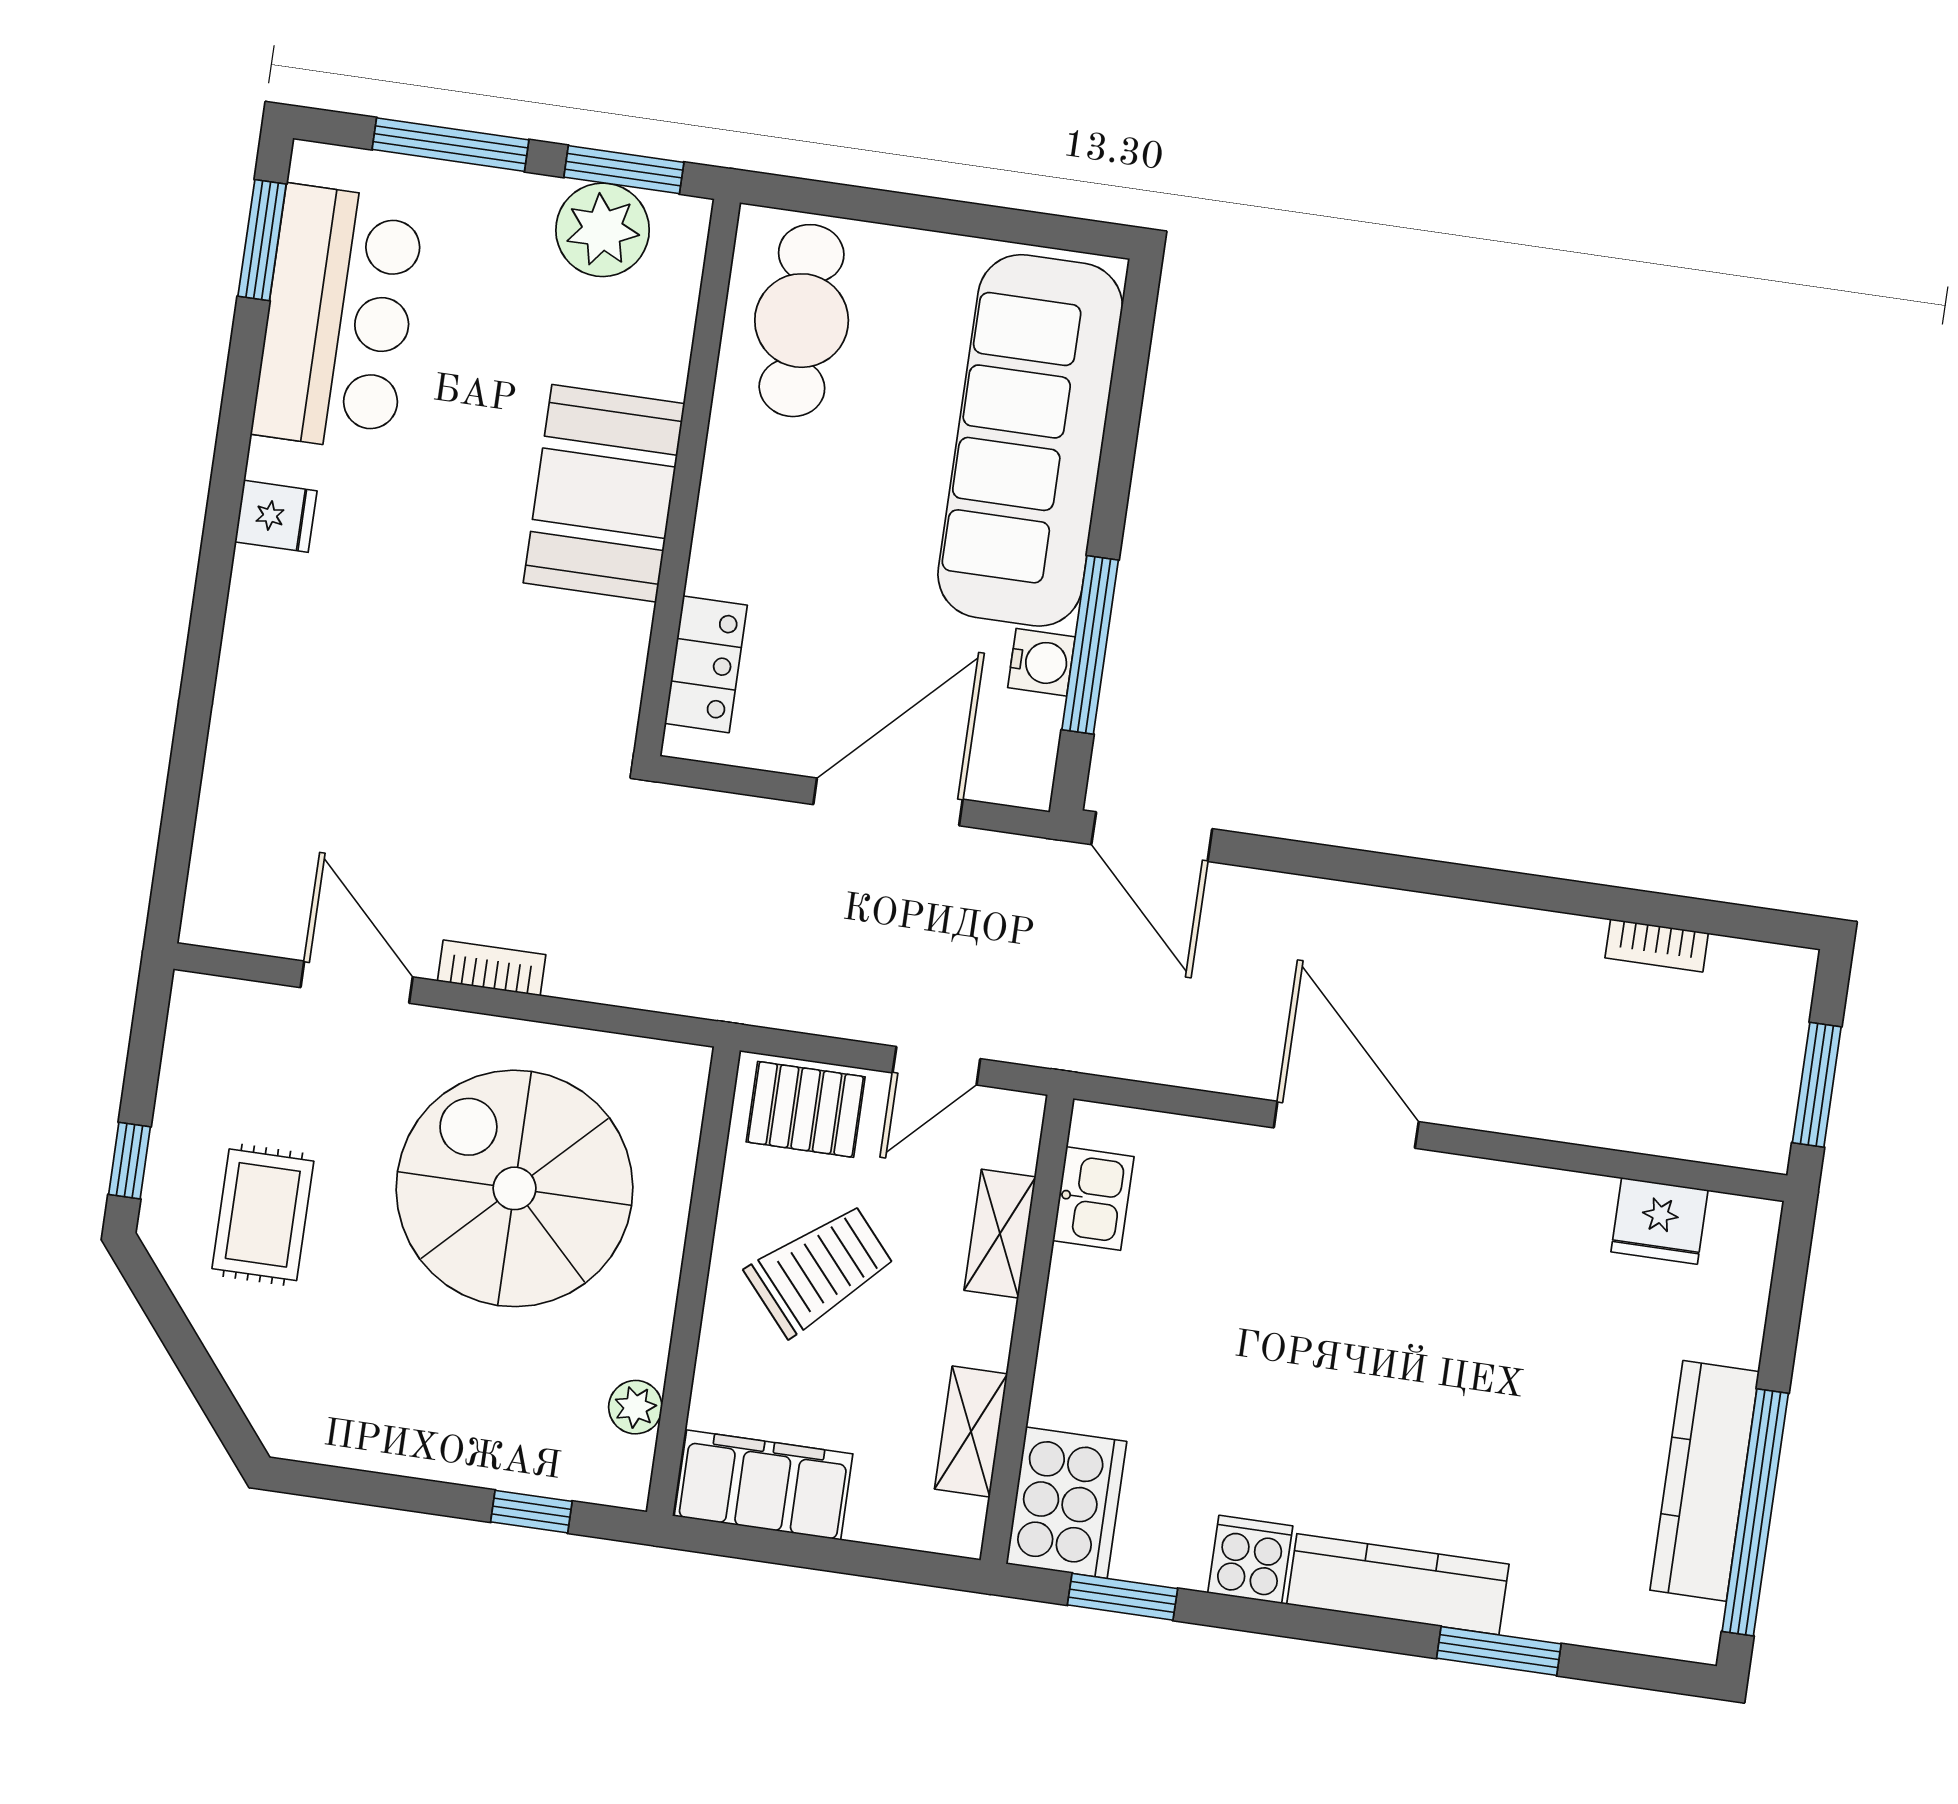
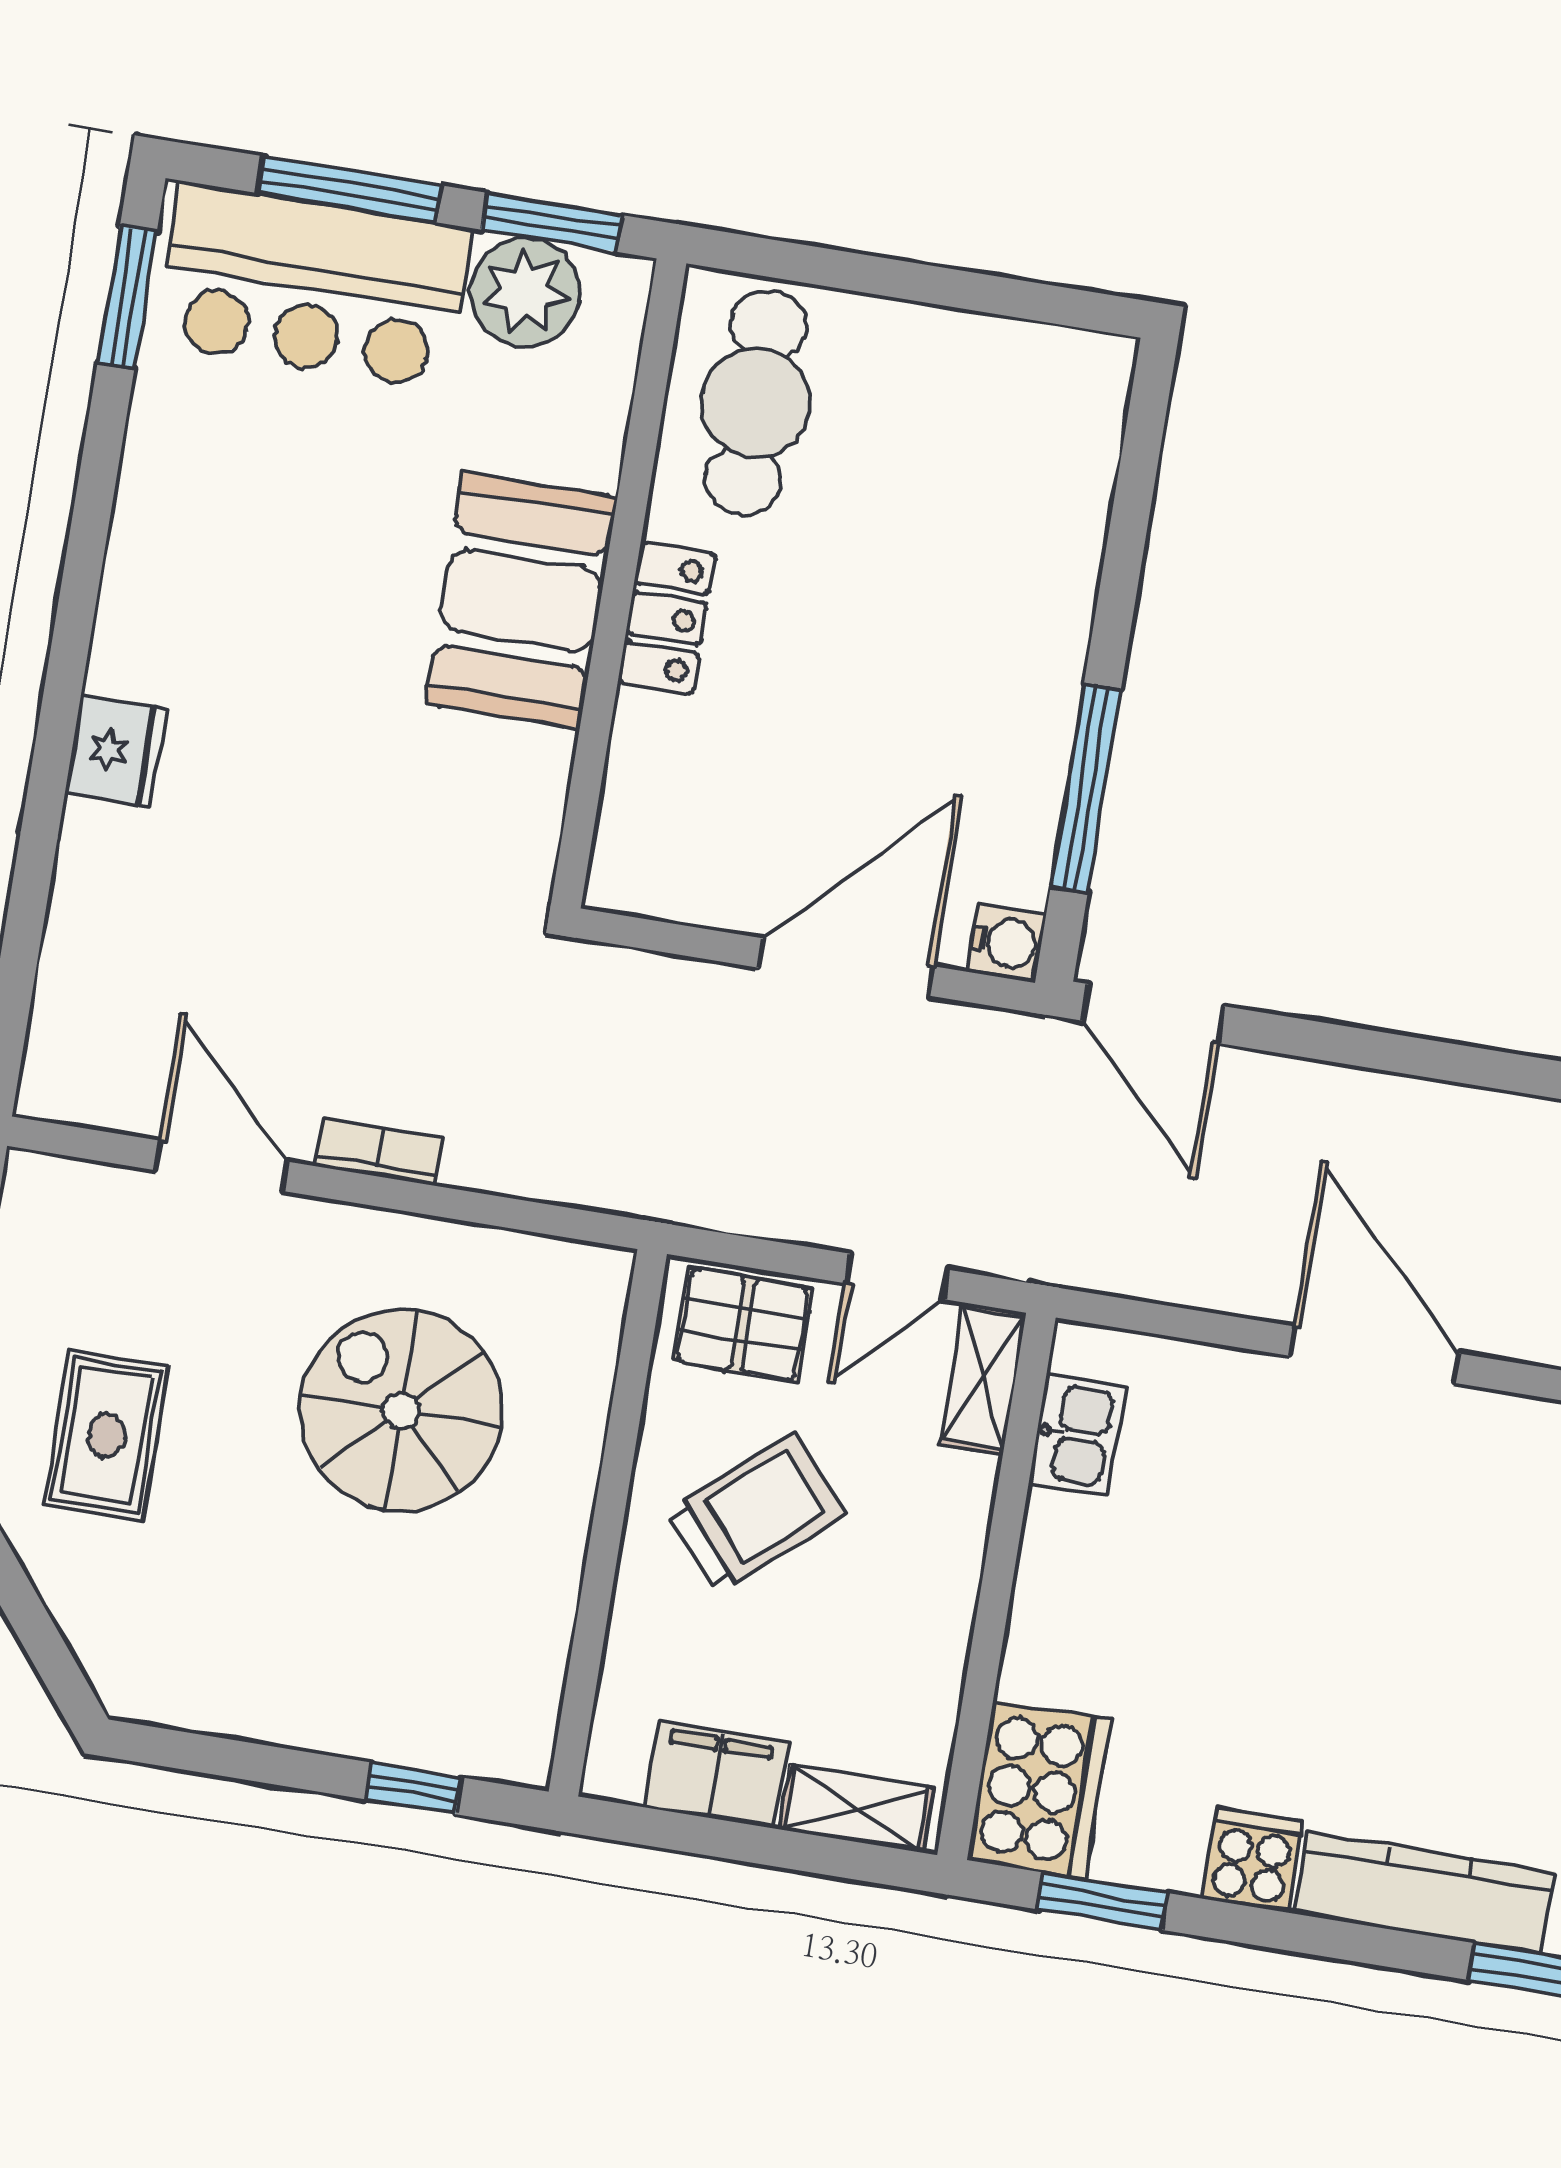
bar counter: (338, 318) -> (314, 286), moved, turned 90
sofa: (1030, 440) -> (1020, 548), removed
fridge: (276, 516) -> (116, 751), moved, width x1.38
water cooler: (1041, 662) -> (1006, 943), moved
locker: (706, 664) -> (667, 618), moved
spiral stairs: (515, 1188) -> (401, 1410), width x0.73, depth x0.73
shelving: (1000, 1234) -> (983, 1378), moved
plant: (635, 1407) -> (537, 1669), removed
shelving: (971, 1431) -> (857, 1809), moved, turned 90
filing cabinet: (764, 1485) -> (716, 1775), width x0.67, depth x0.86

